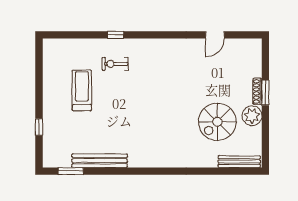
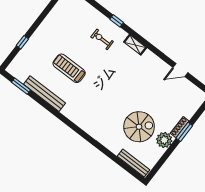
shelving: (152, 44) -> (135, 45), added
treadmill: (82, 90) -> (69, 68), moved, turned -90
spiral stairs: (217, 122) -> (139, 127), turned 180

